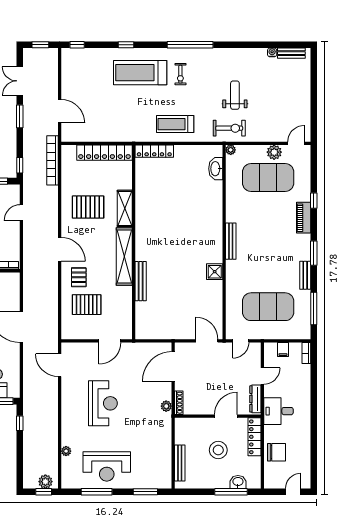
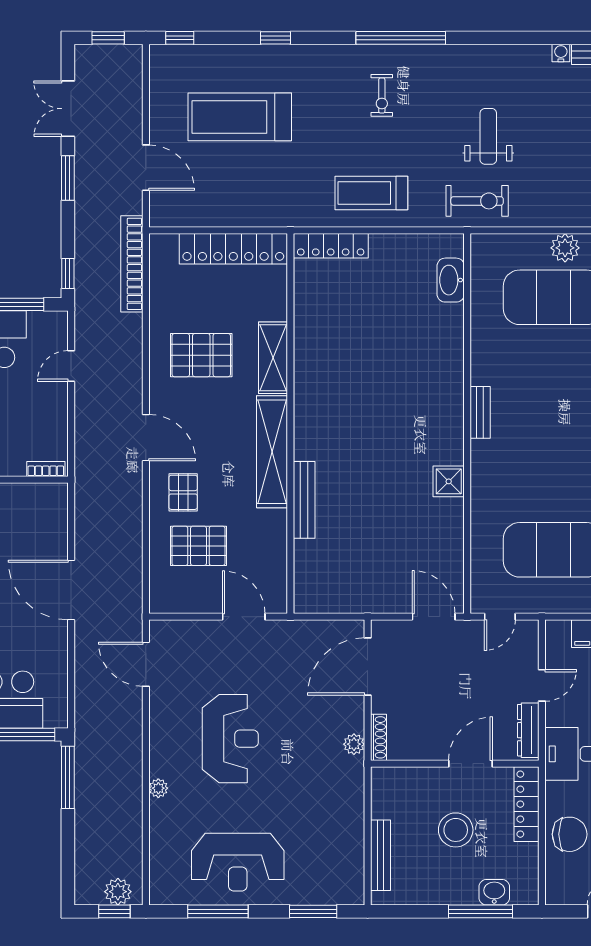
treadmill: (140, 73) -> (240, 117), moved
plant: (231, 150) -> (480, 243), removed
bench: (231, 241) -> (480, 412), width x0.73
door: (110, 341) -> (244, 617), swing flipped
window: (20, 423) -> (68, 777), width x2.17
plant: (66, 451) -> (158, 788), moved

